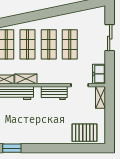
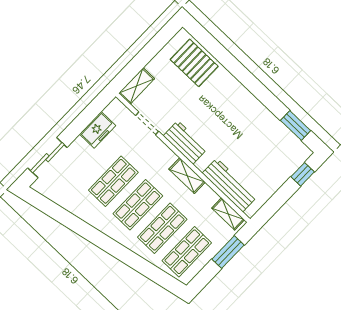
sliding door: (110, 38) -> (47, 158), moved
freezer: (99, 74) -> (98, 130), moved
shelving: (26, 79) -> (187, 176), moved

